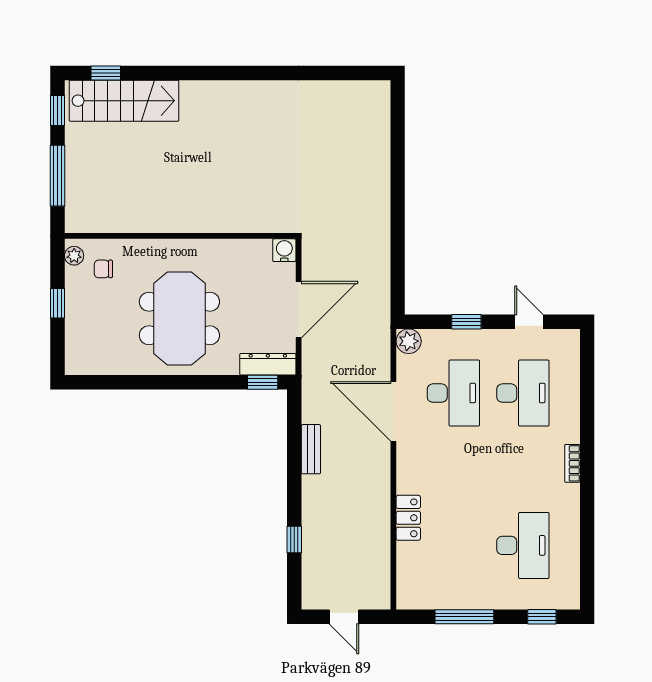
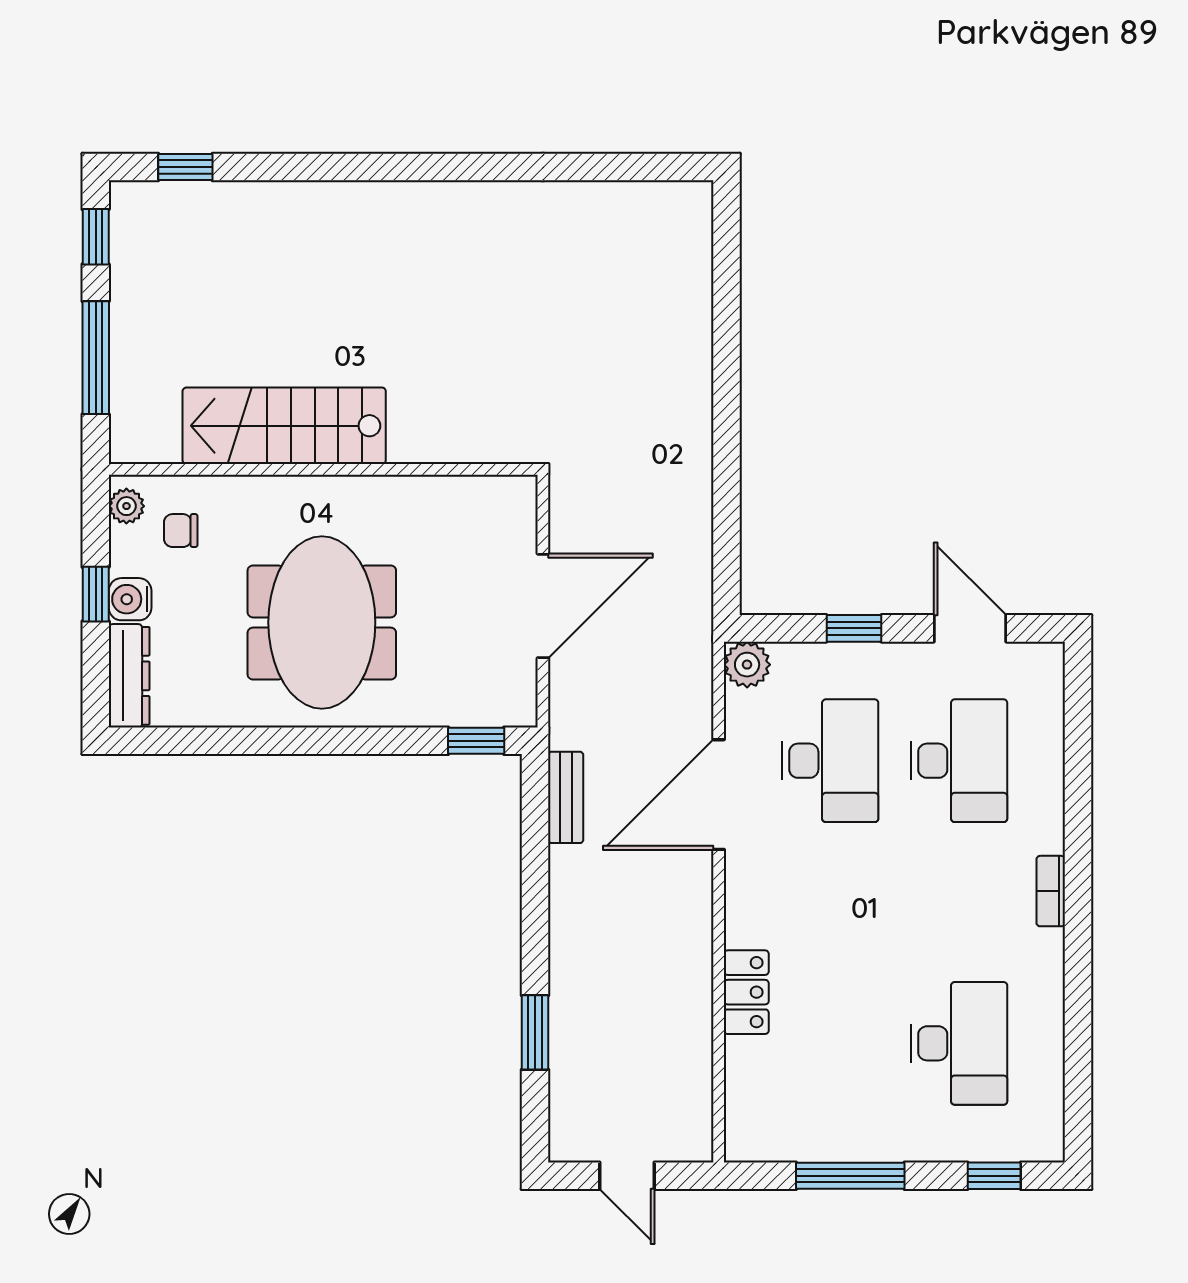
stairs: (124, 101) -> (284, 426), moved, turned 180
water cooler: (284, 250) -> (130, 599), moved, turned -90
door: (529, 322) -> (970, 628), width x1.38
dresser: (268, 364) -> (129, 676), moved, turned 90
door: (393, 411) -> (719, 795), hinge flipped
bench: (311, 449) -> (566, 797), moved
window: (294, 540) -> (535, 1032), width x1.50

